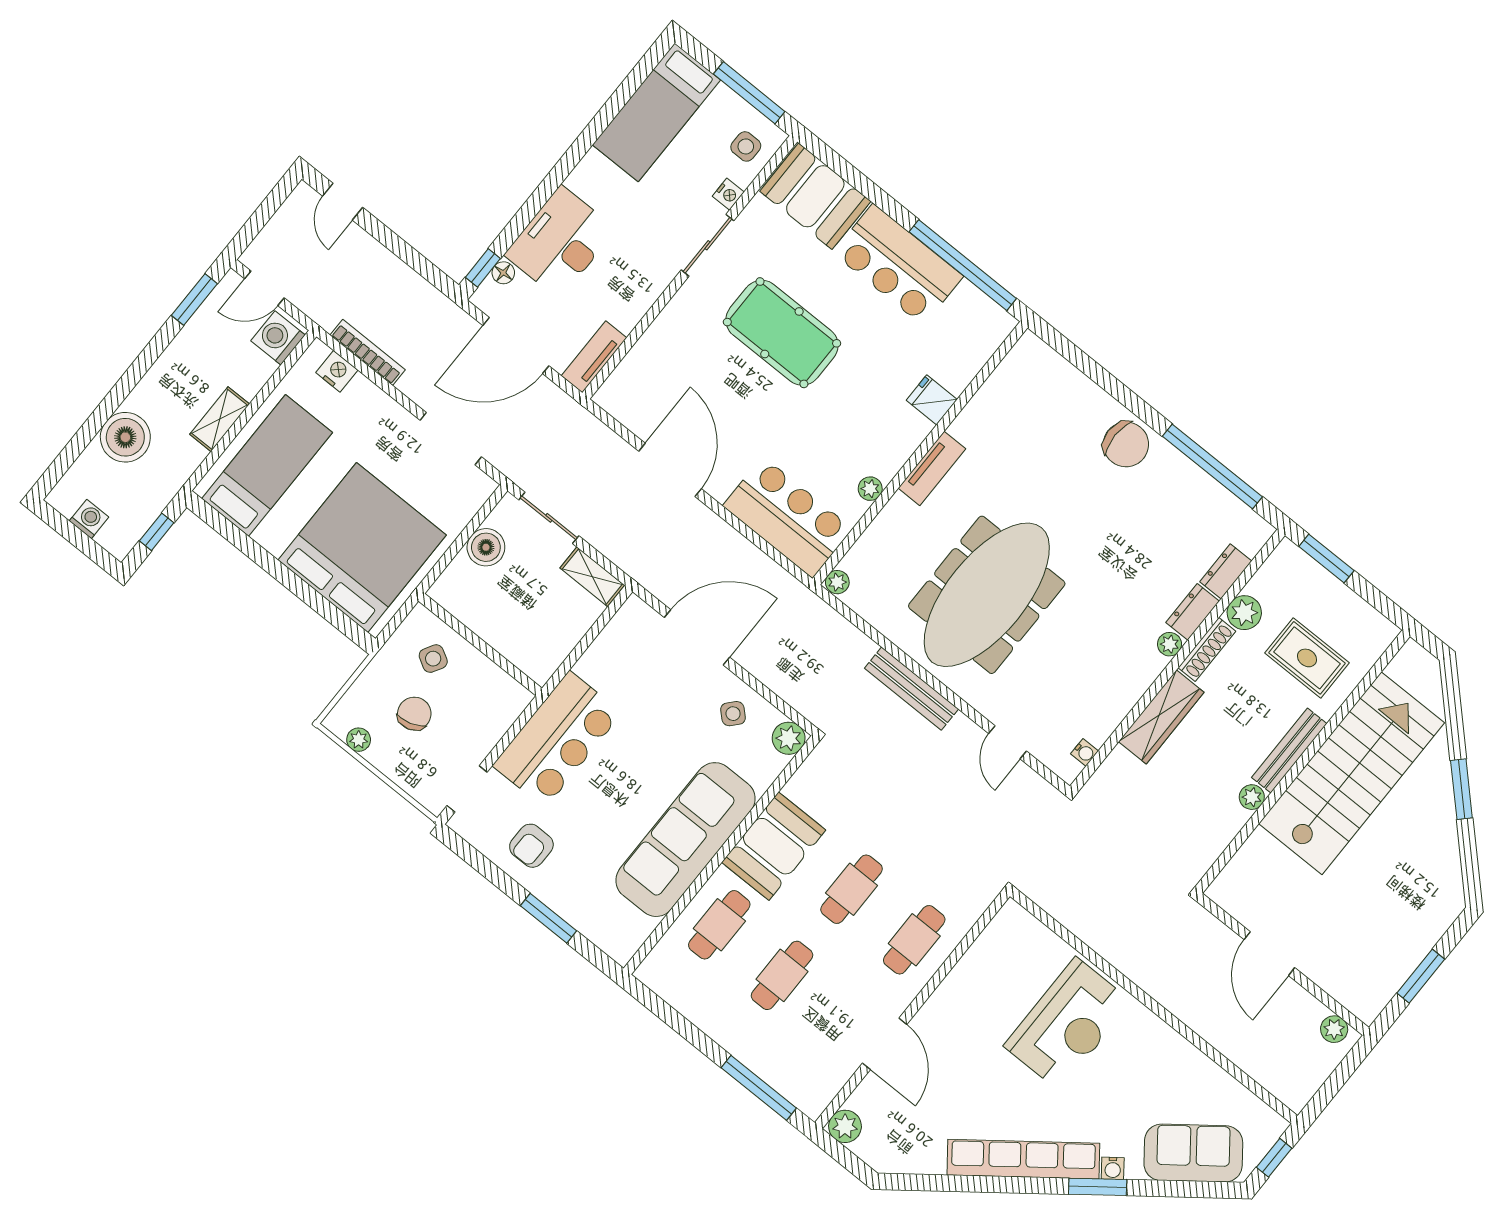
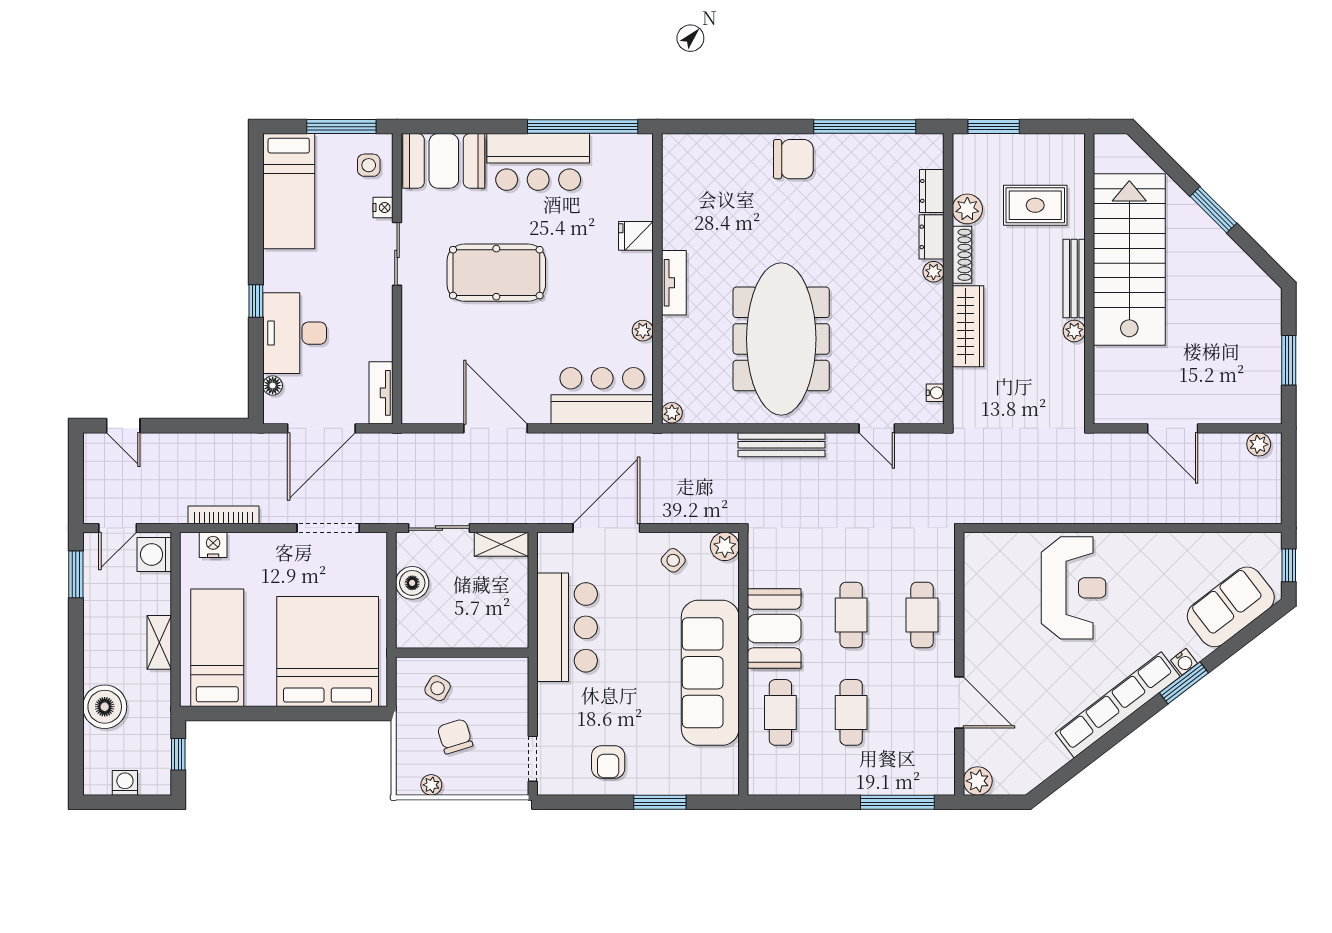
window: (483, 268) -> (256, 301), moved
bar counter: (557, 739) -> (567, 627), moved

